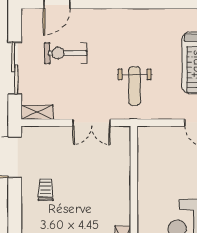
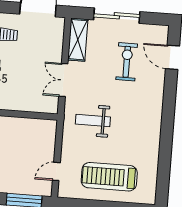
shelving: (37, 112) -> (78, 40), width x1.50, depth x1.33

